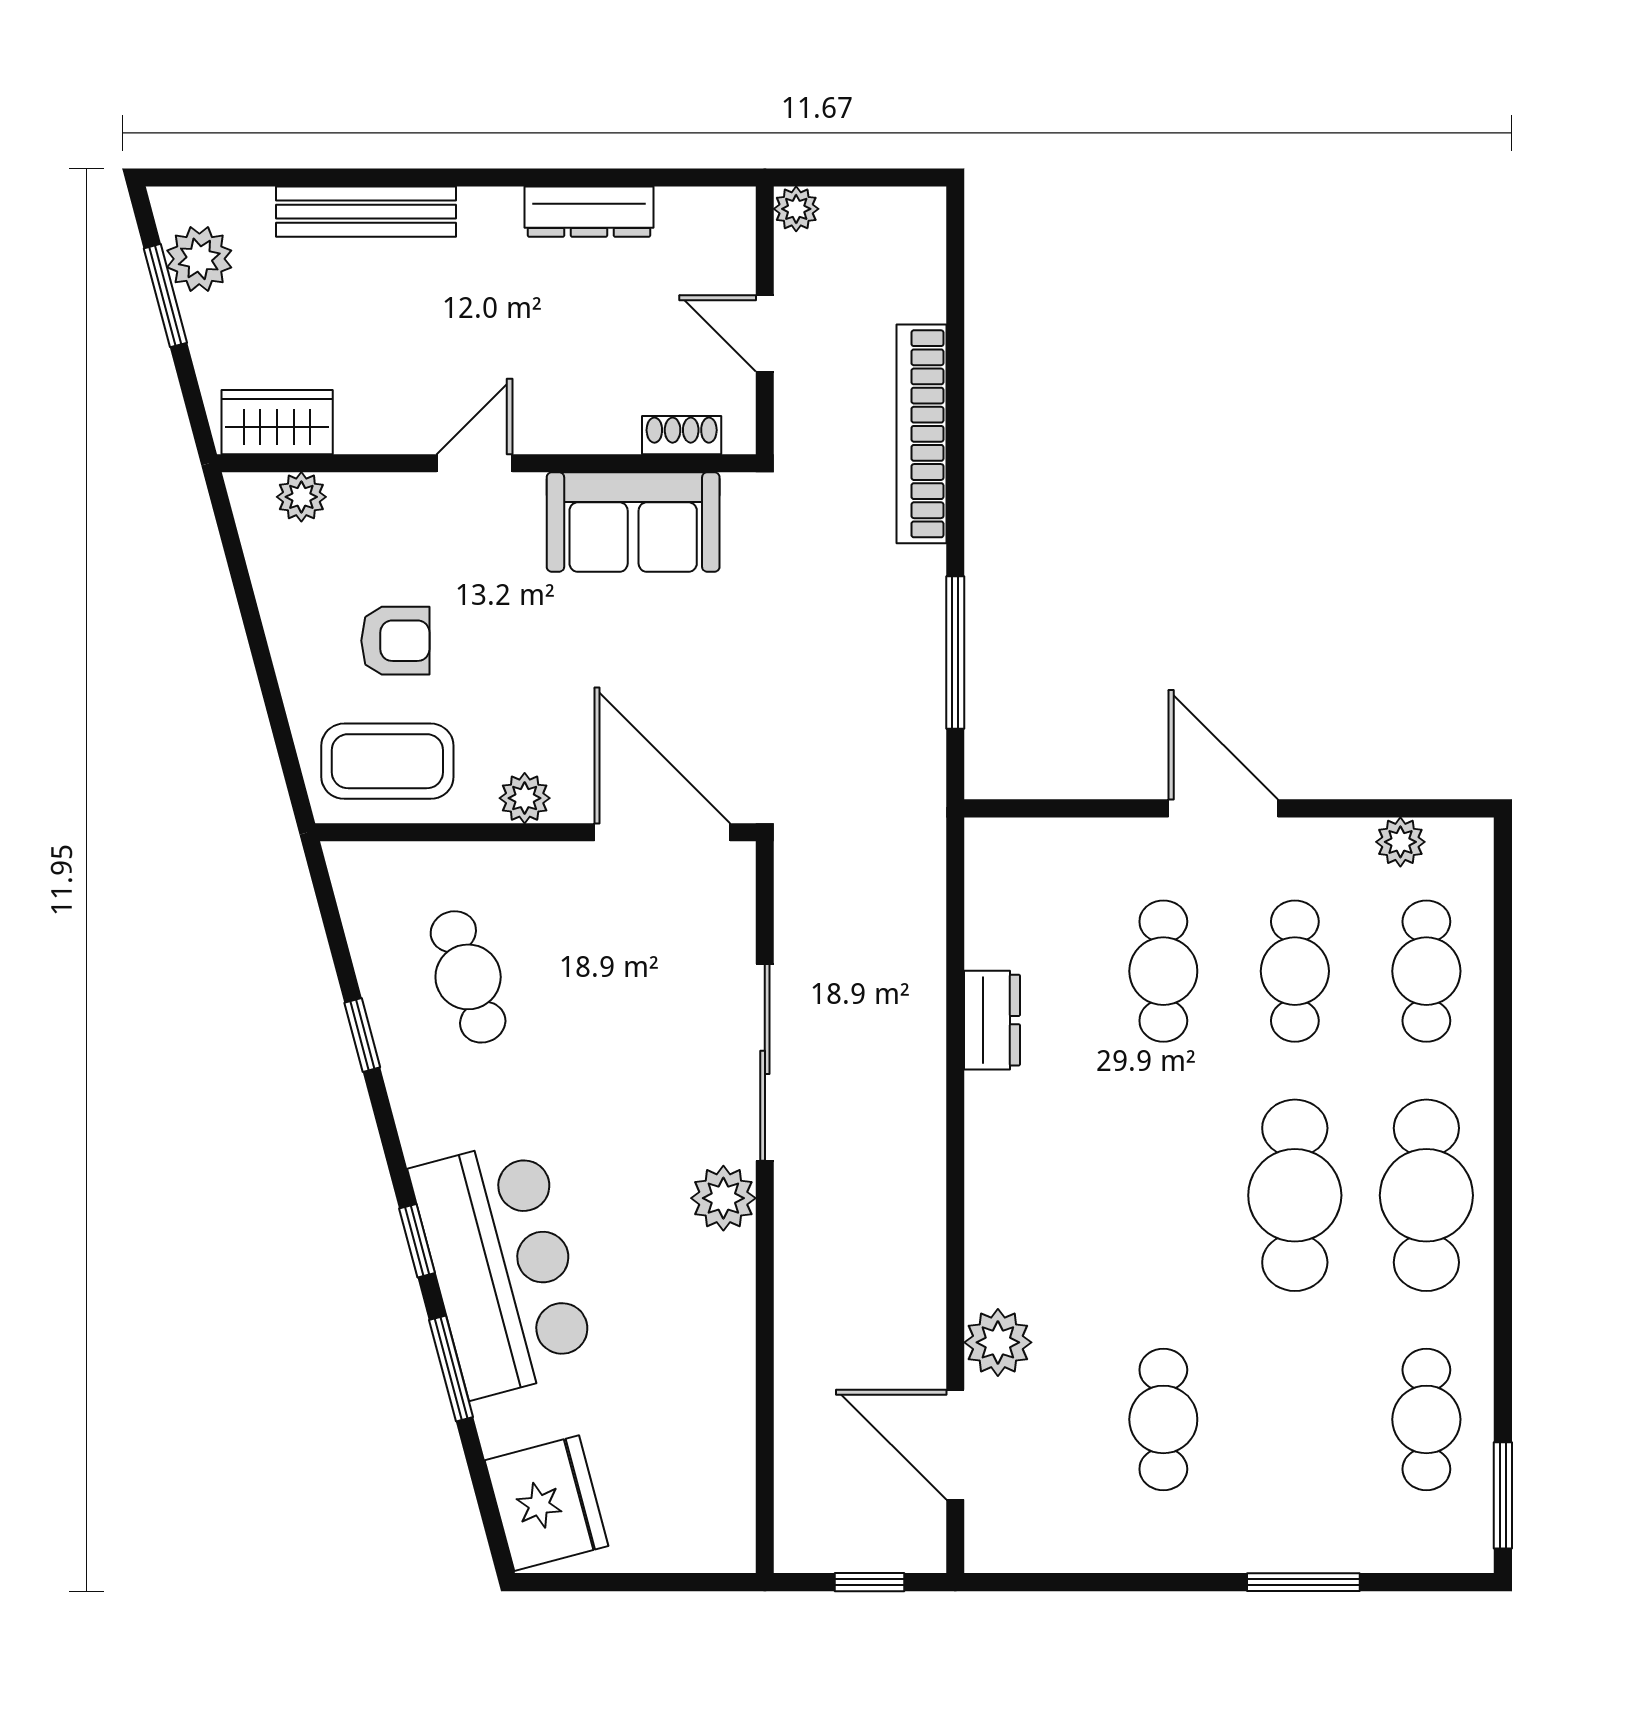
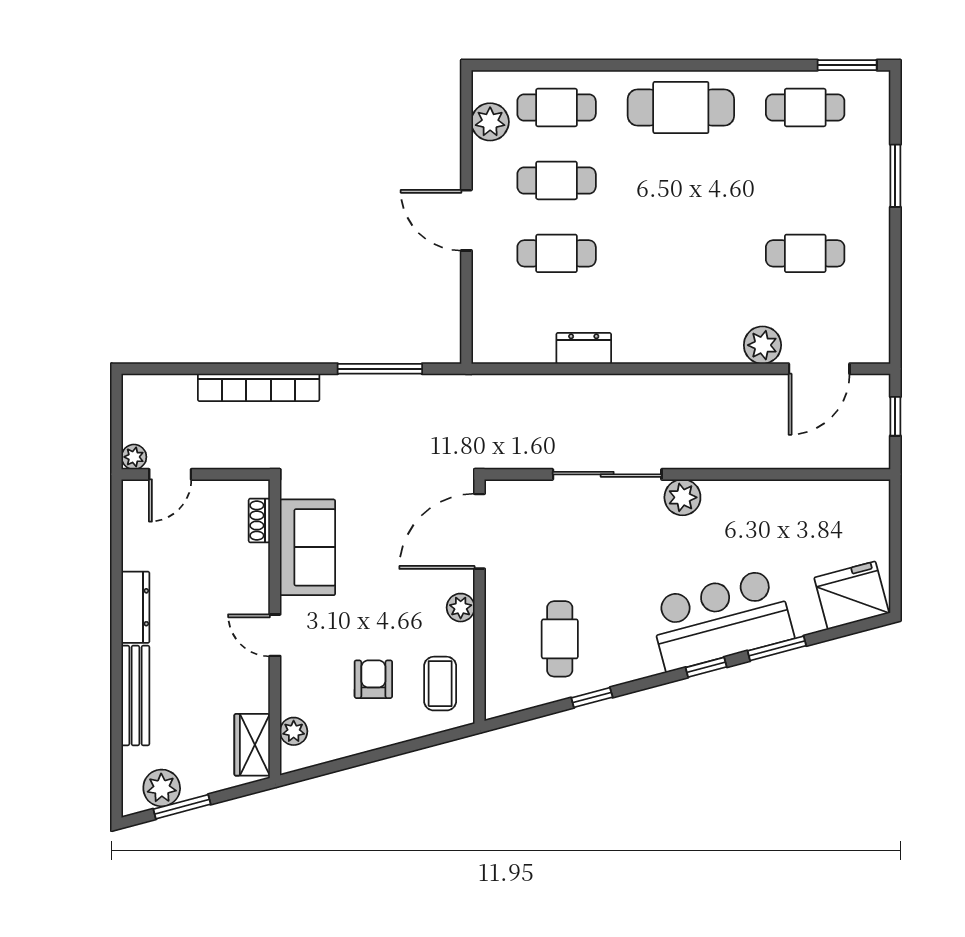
dresser: (589, 212) -> (135, 607), moved
door: (765, 333) -> (170, 474), moved
coffee table: (387, 761) -> (440, 684), width x0.73, depth x0.77
door: (1223, 808) -> (466, 220), hinge flipped
plant: (1400, 842) -> (490, 122), width x1.38, depth x1.38
cafe table: (468, 977) -> (560, 639), turned -72
cafe table: (1295, 1195) -> (681, 180), removed

